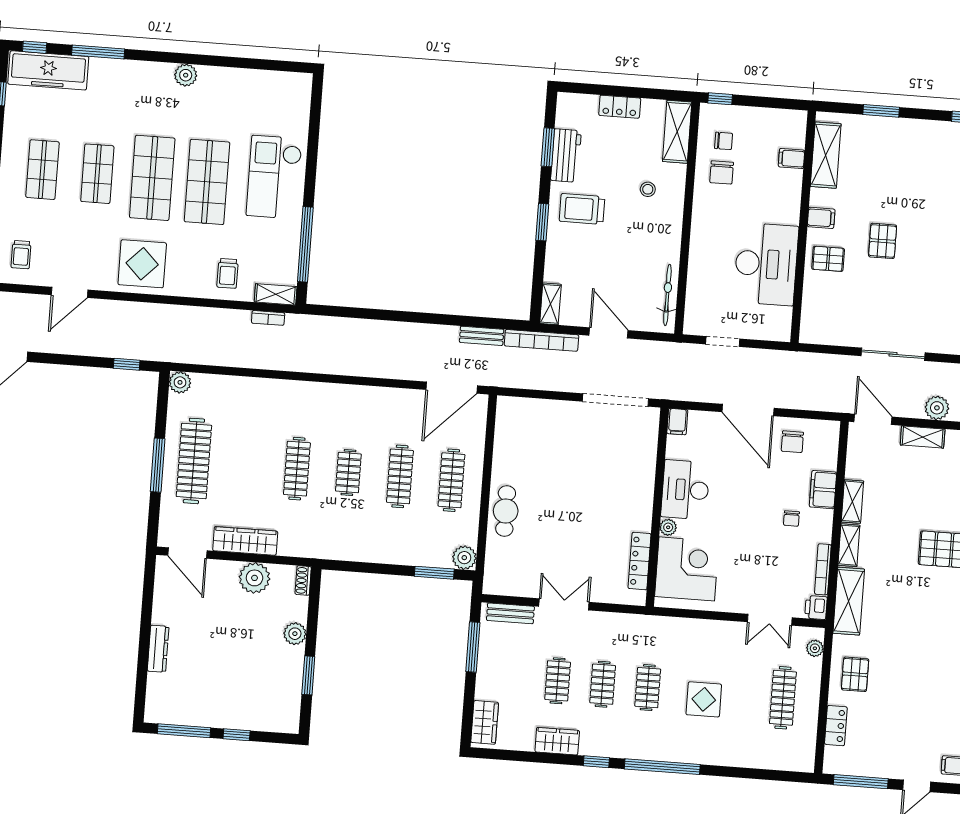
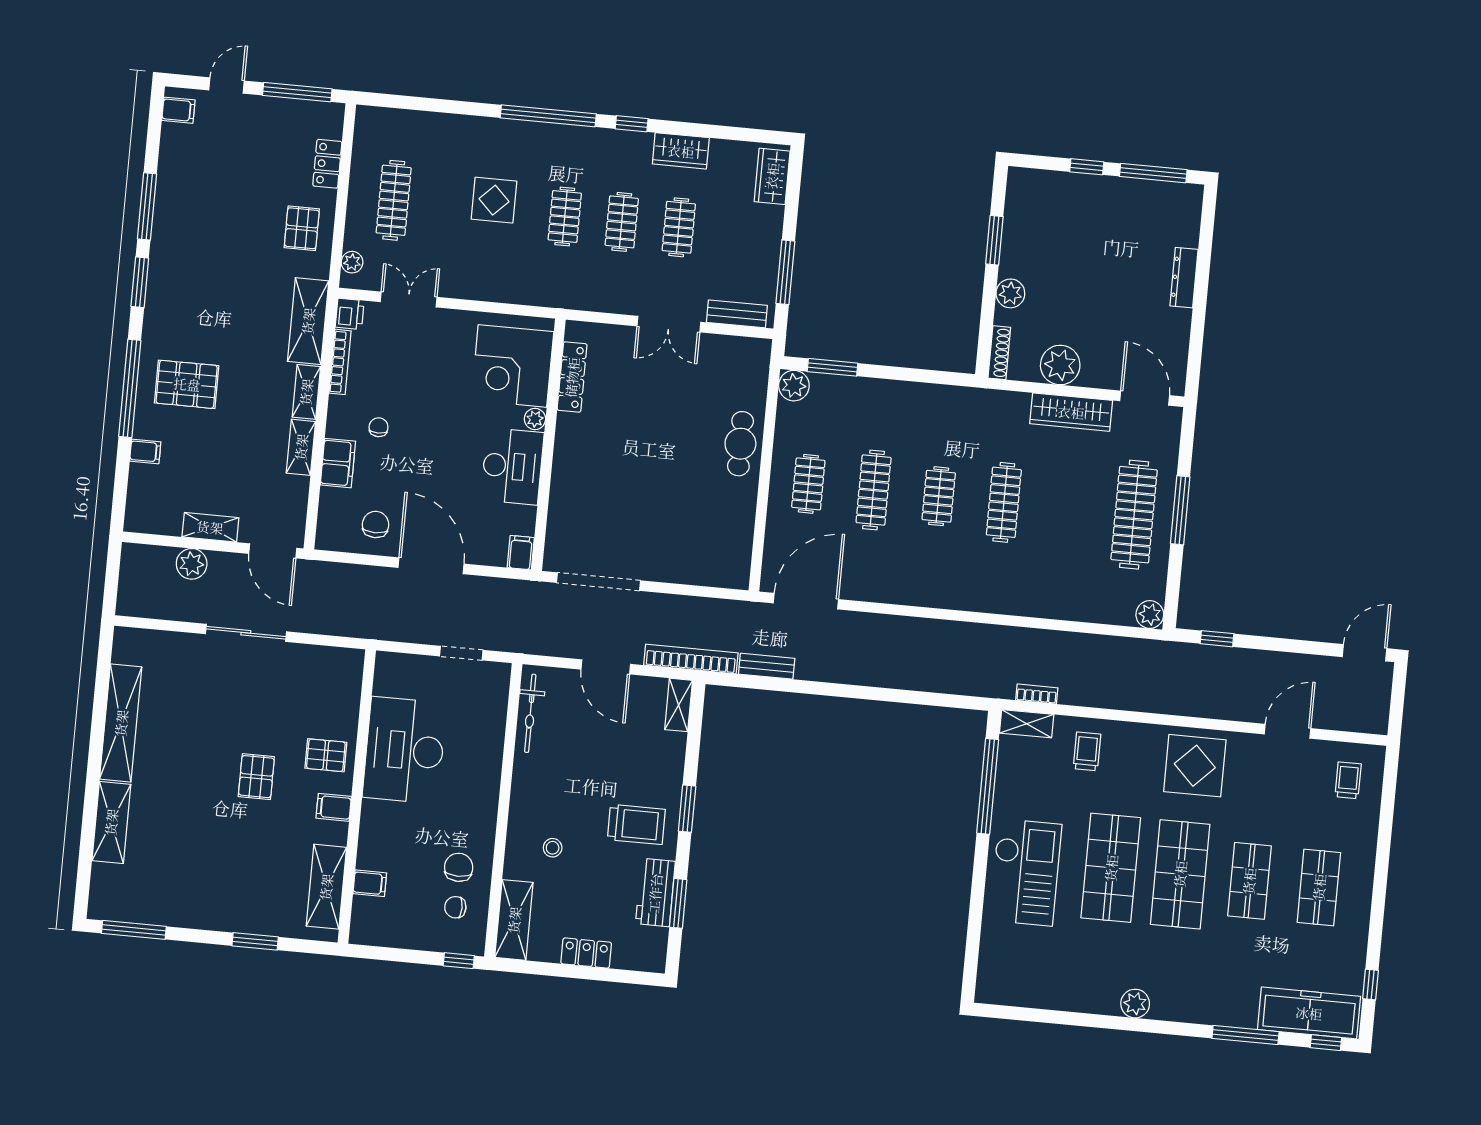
clothes rail: (451, 480) -> (808, 484), width x0.73
shoe rack: (303, 580) -> (999, 353), width x1.43

